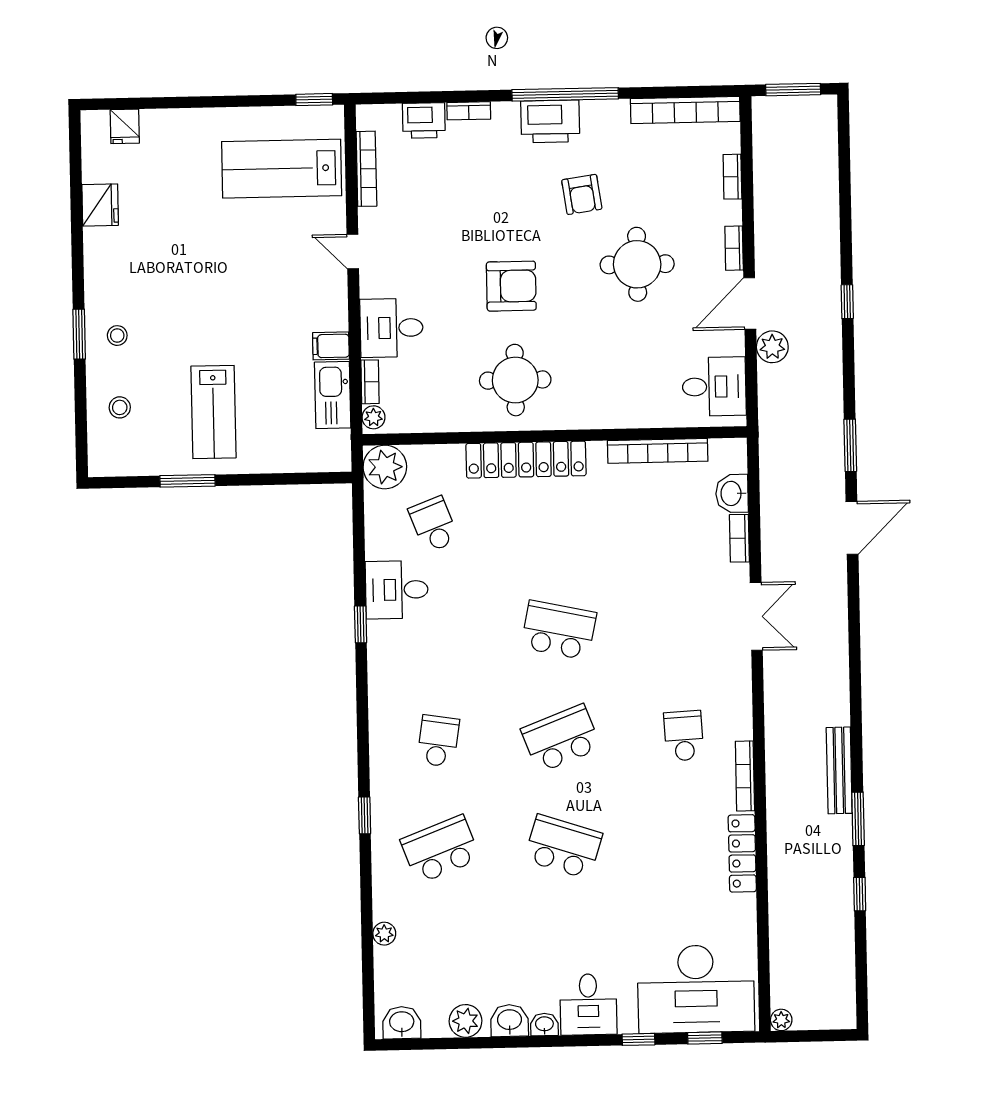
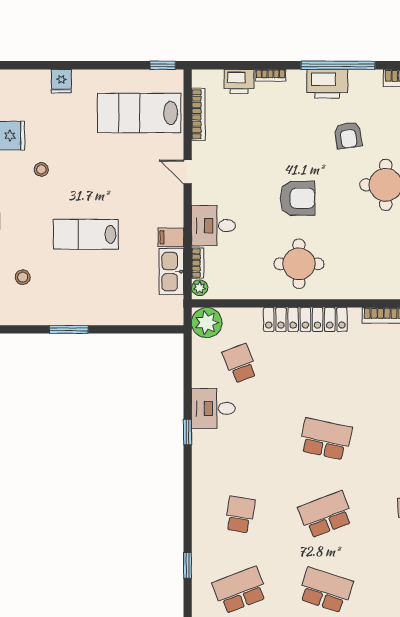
fridge: (125, 126) -> (61, 81), moved
stool: (117, 336) -> (41, 169), moved
lab bench: (213, 412) -> (86, 234), moved, turned 90

